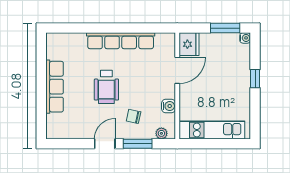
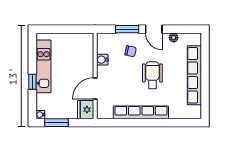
row of seats: (55, 87) -> (194, 75), width x1.36
kitchen unit: (212, 130) -> (44, 66), moved, turned -90
plant: (161, 133) -> (174, 38), moved
door: (105, 144) -> (154, 29), hinge flipped

